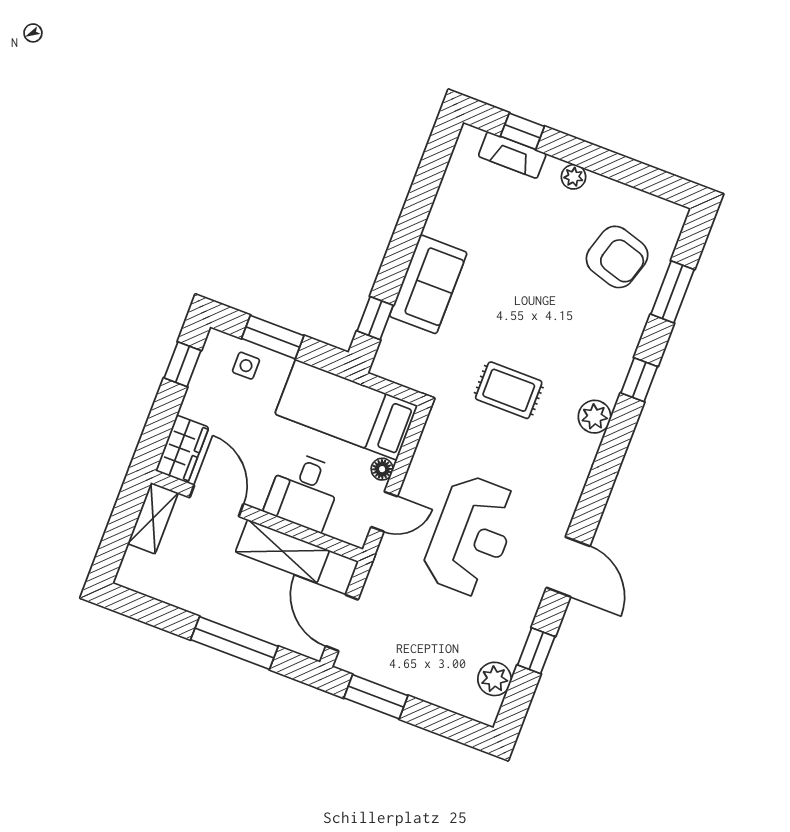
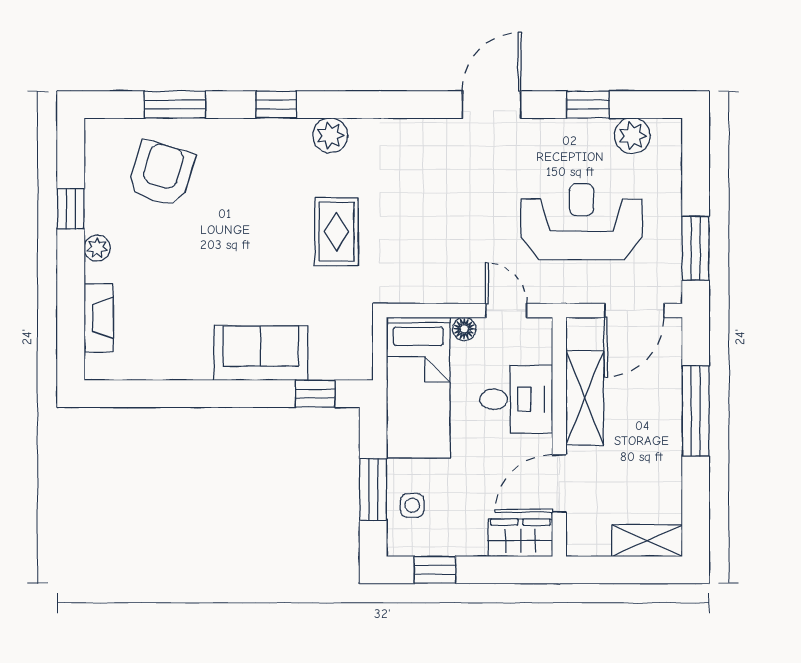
window: (522, 131) -> (71, 209), moved
shelving: (153, 518) -> (647, 541), moved
reception desk: (471, 536) -> (582, 222), moved

